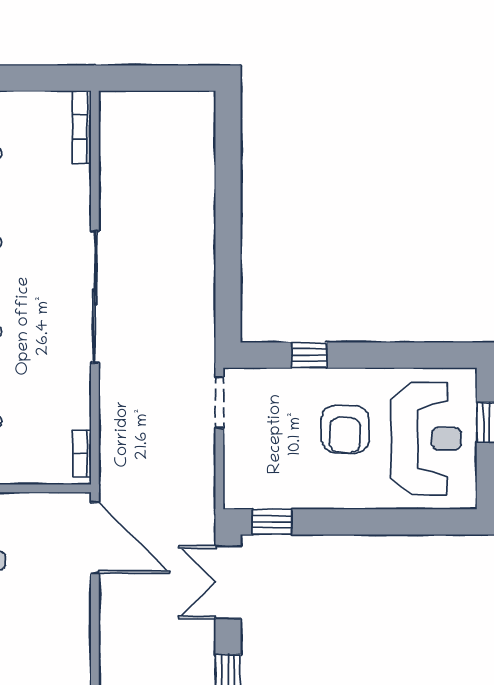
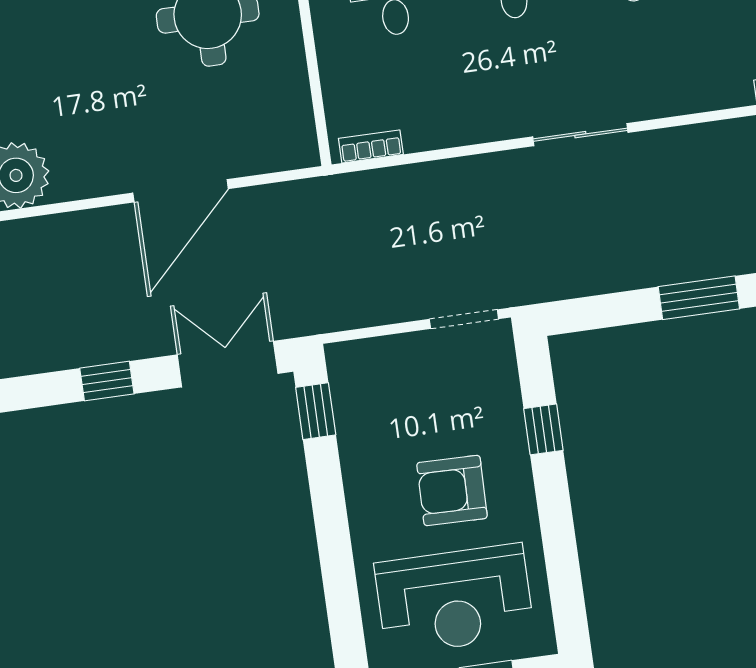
window: (228, 226) -> (699, 298), added
sliding door: (95, 297) -> (580, 135), width x0.54
door: (95, 538) -> (181, 191), moved

